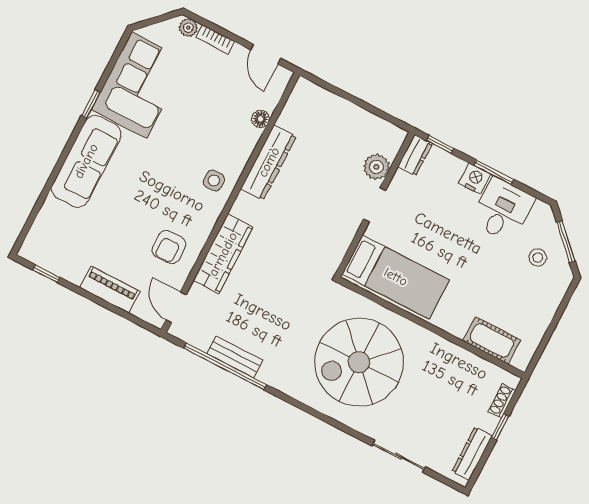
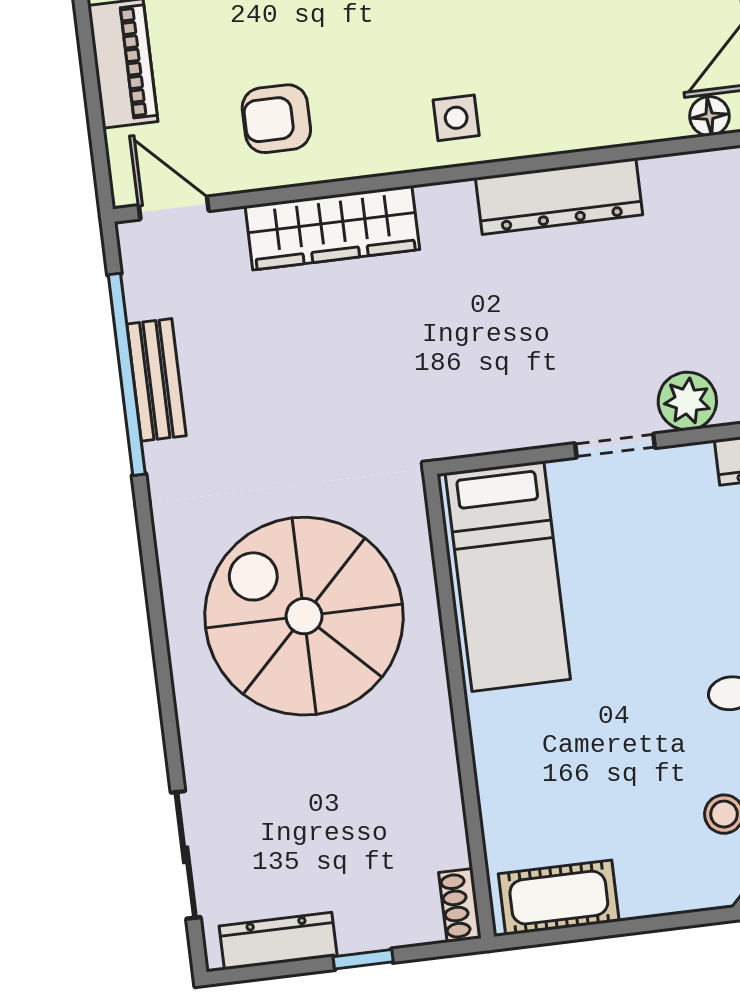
floor lamp: (260, 119) -> (709, 116), moved
door: (176, 307) -> (174, 208), hinge flipped
cot: (492, 340) -> (559, 898), moved, turned 90
shoe rack: (502, 401) -> (460, 905), moved, turned -90
sliding door: (399, 456) -> (186, 855), moved

